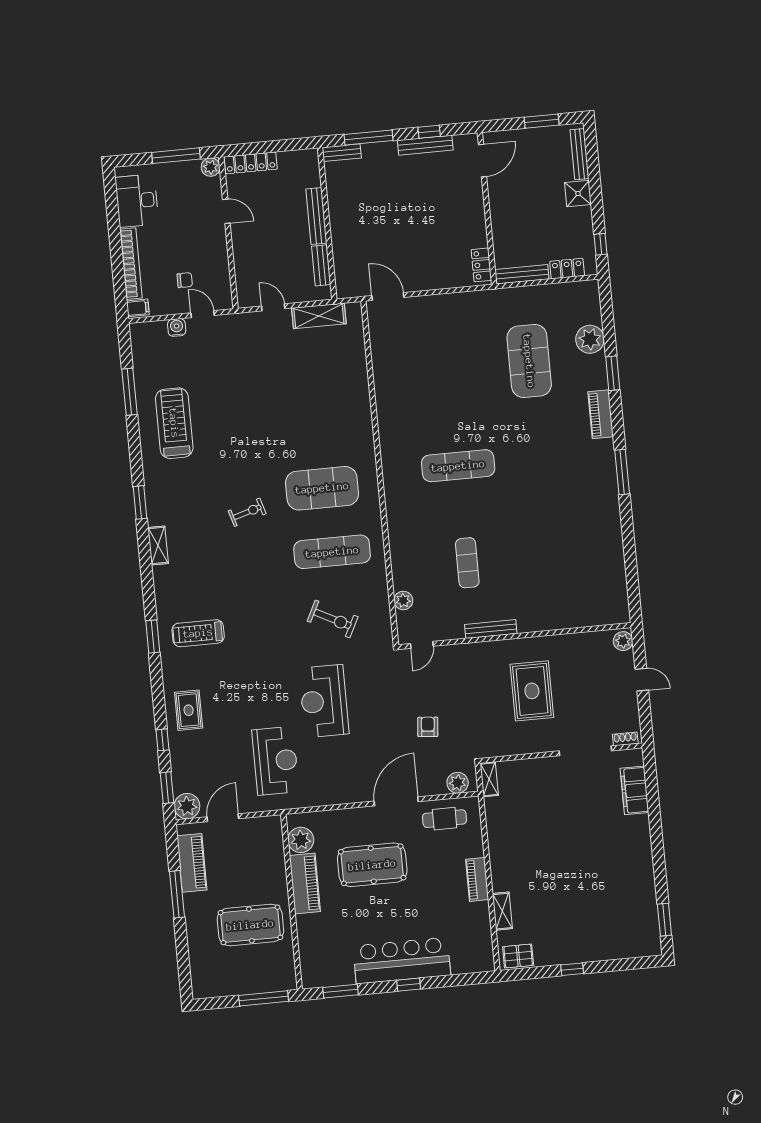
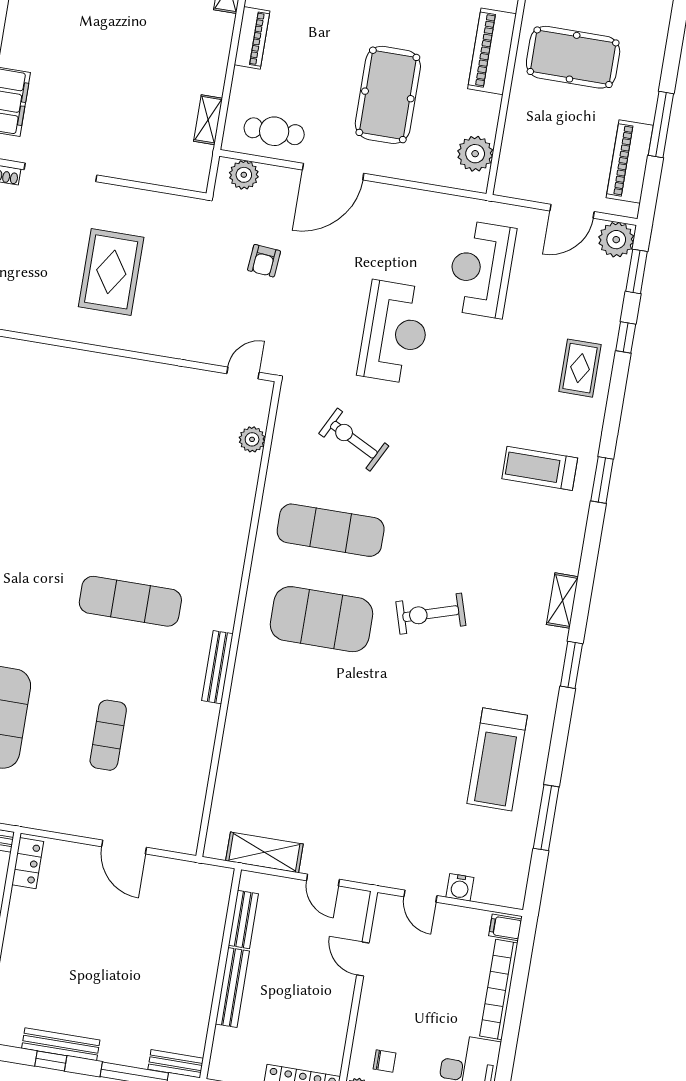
door: (226, 211) -> (363, 959), moved
chair: (185, 280) -> (384, 1061), moved, turned 180
door: (388, 297) -> (124, 847), moved
exercise bike: (247, 512) -> (431, 614), width x1.38, depth x1.39
exercise mat: (467, 563) -> (108, 735), moved
bench: (491, 629) -> (217, 667), moved, turned 90
treadmill: (198, 633) -> (540, 468), turned 180
shelving: (489, 779) -> (208, 120), moved
pool table: (372, 865) -> (388, 95), turned 90
piano: (305, 884) -> (492, 51), moved

